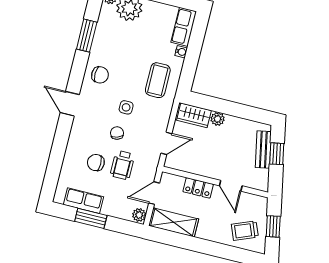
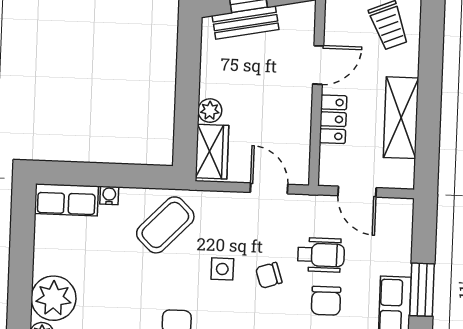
coffee table: (158, 80) -> (165, 225), turned -46
plant: (139, 215) -> (399, 209), removed
shelving: (174, 222) -> (401, 118), moved

